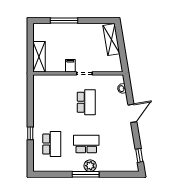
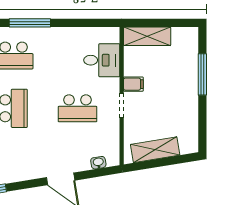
shelving: (111, 40) -> (155, 150), moved
desk: (55, 86) -> (102, 60), added
window: (30, 133) -> (30, 23), width x2.17

